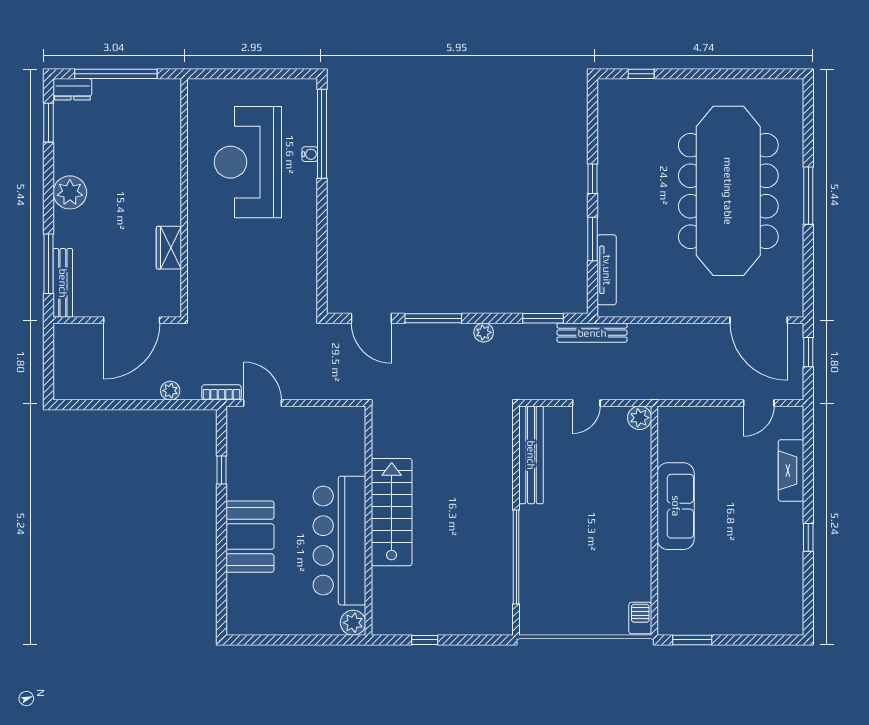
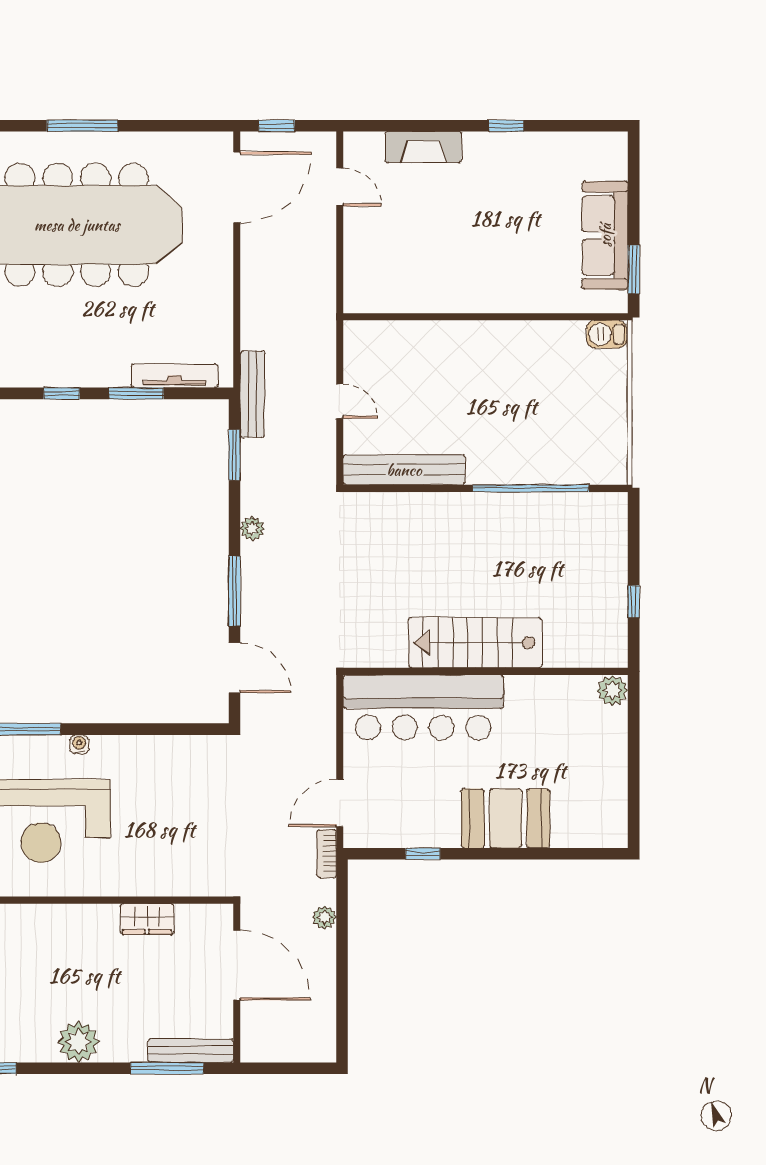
water cooler: (310, 154) -> (79, 744), moved
door: (371, 318) -> (235, 668), hinge flipped
plant: (640, 418) -> (358, 335), removed
sofa: (676, 506) -> (605, 235), moved, turned -90
bar counter: (339, 541) -> (423, 707), moved

